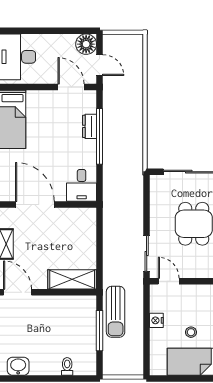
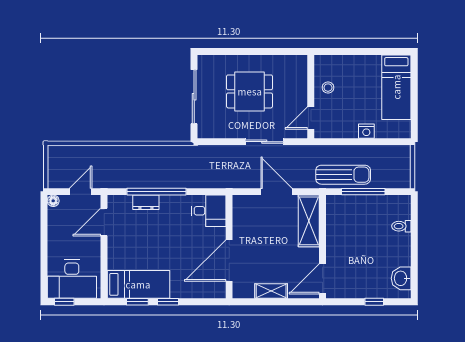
floor lamp: (86, 44) -> (53, 201), width x0.53, depth x0.53
door: (100, 249) -> (277, 192), added
sliding door: (147, 253) -> (264, 142), moved
nightstand: (156, 320) -> (366, 131), moved
stool: (191, 332) -> (328, 88), moved

